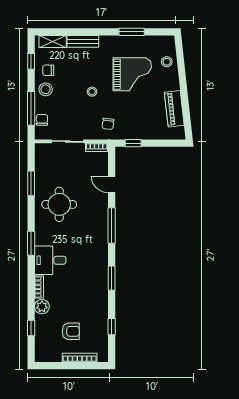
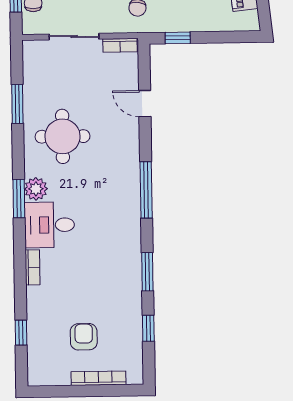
window: (112, 226) -> (146, 190), moved
window: (112, 278) -> (147, 272), moved
plant: (42, 307) -> (36, 189), moved
armchair: (71, 331) -> (84, 337), turned -90

